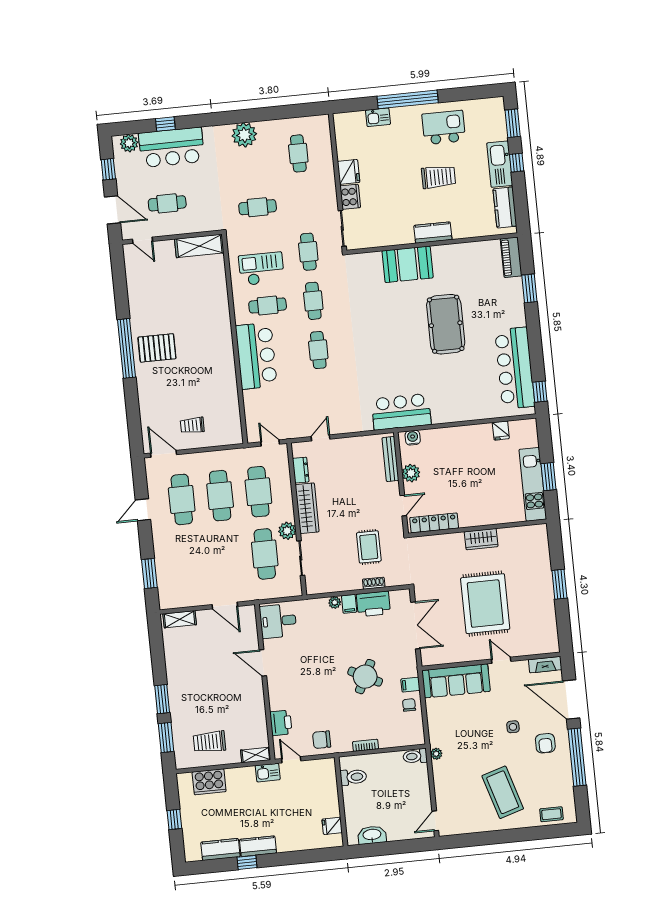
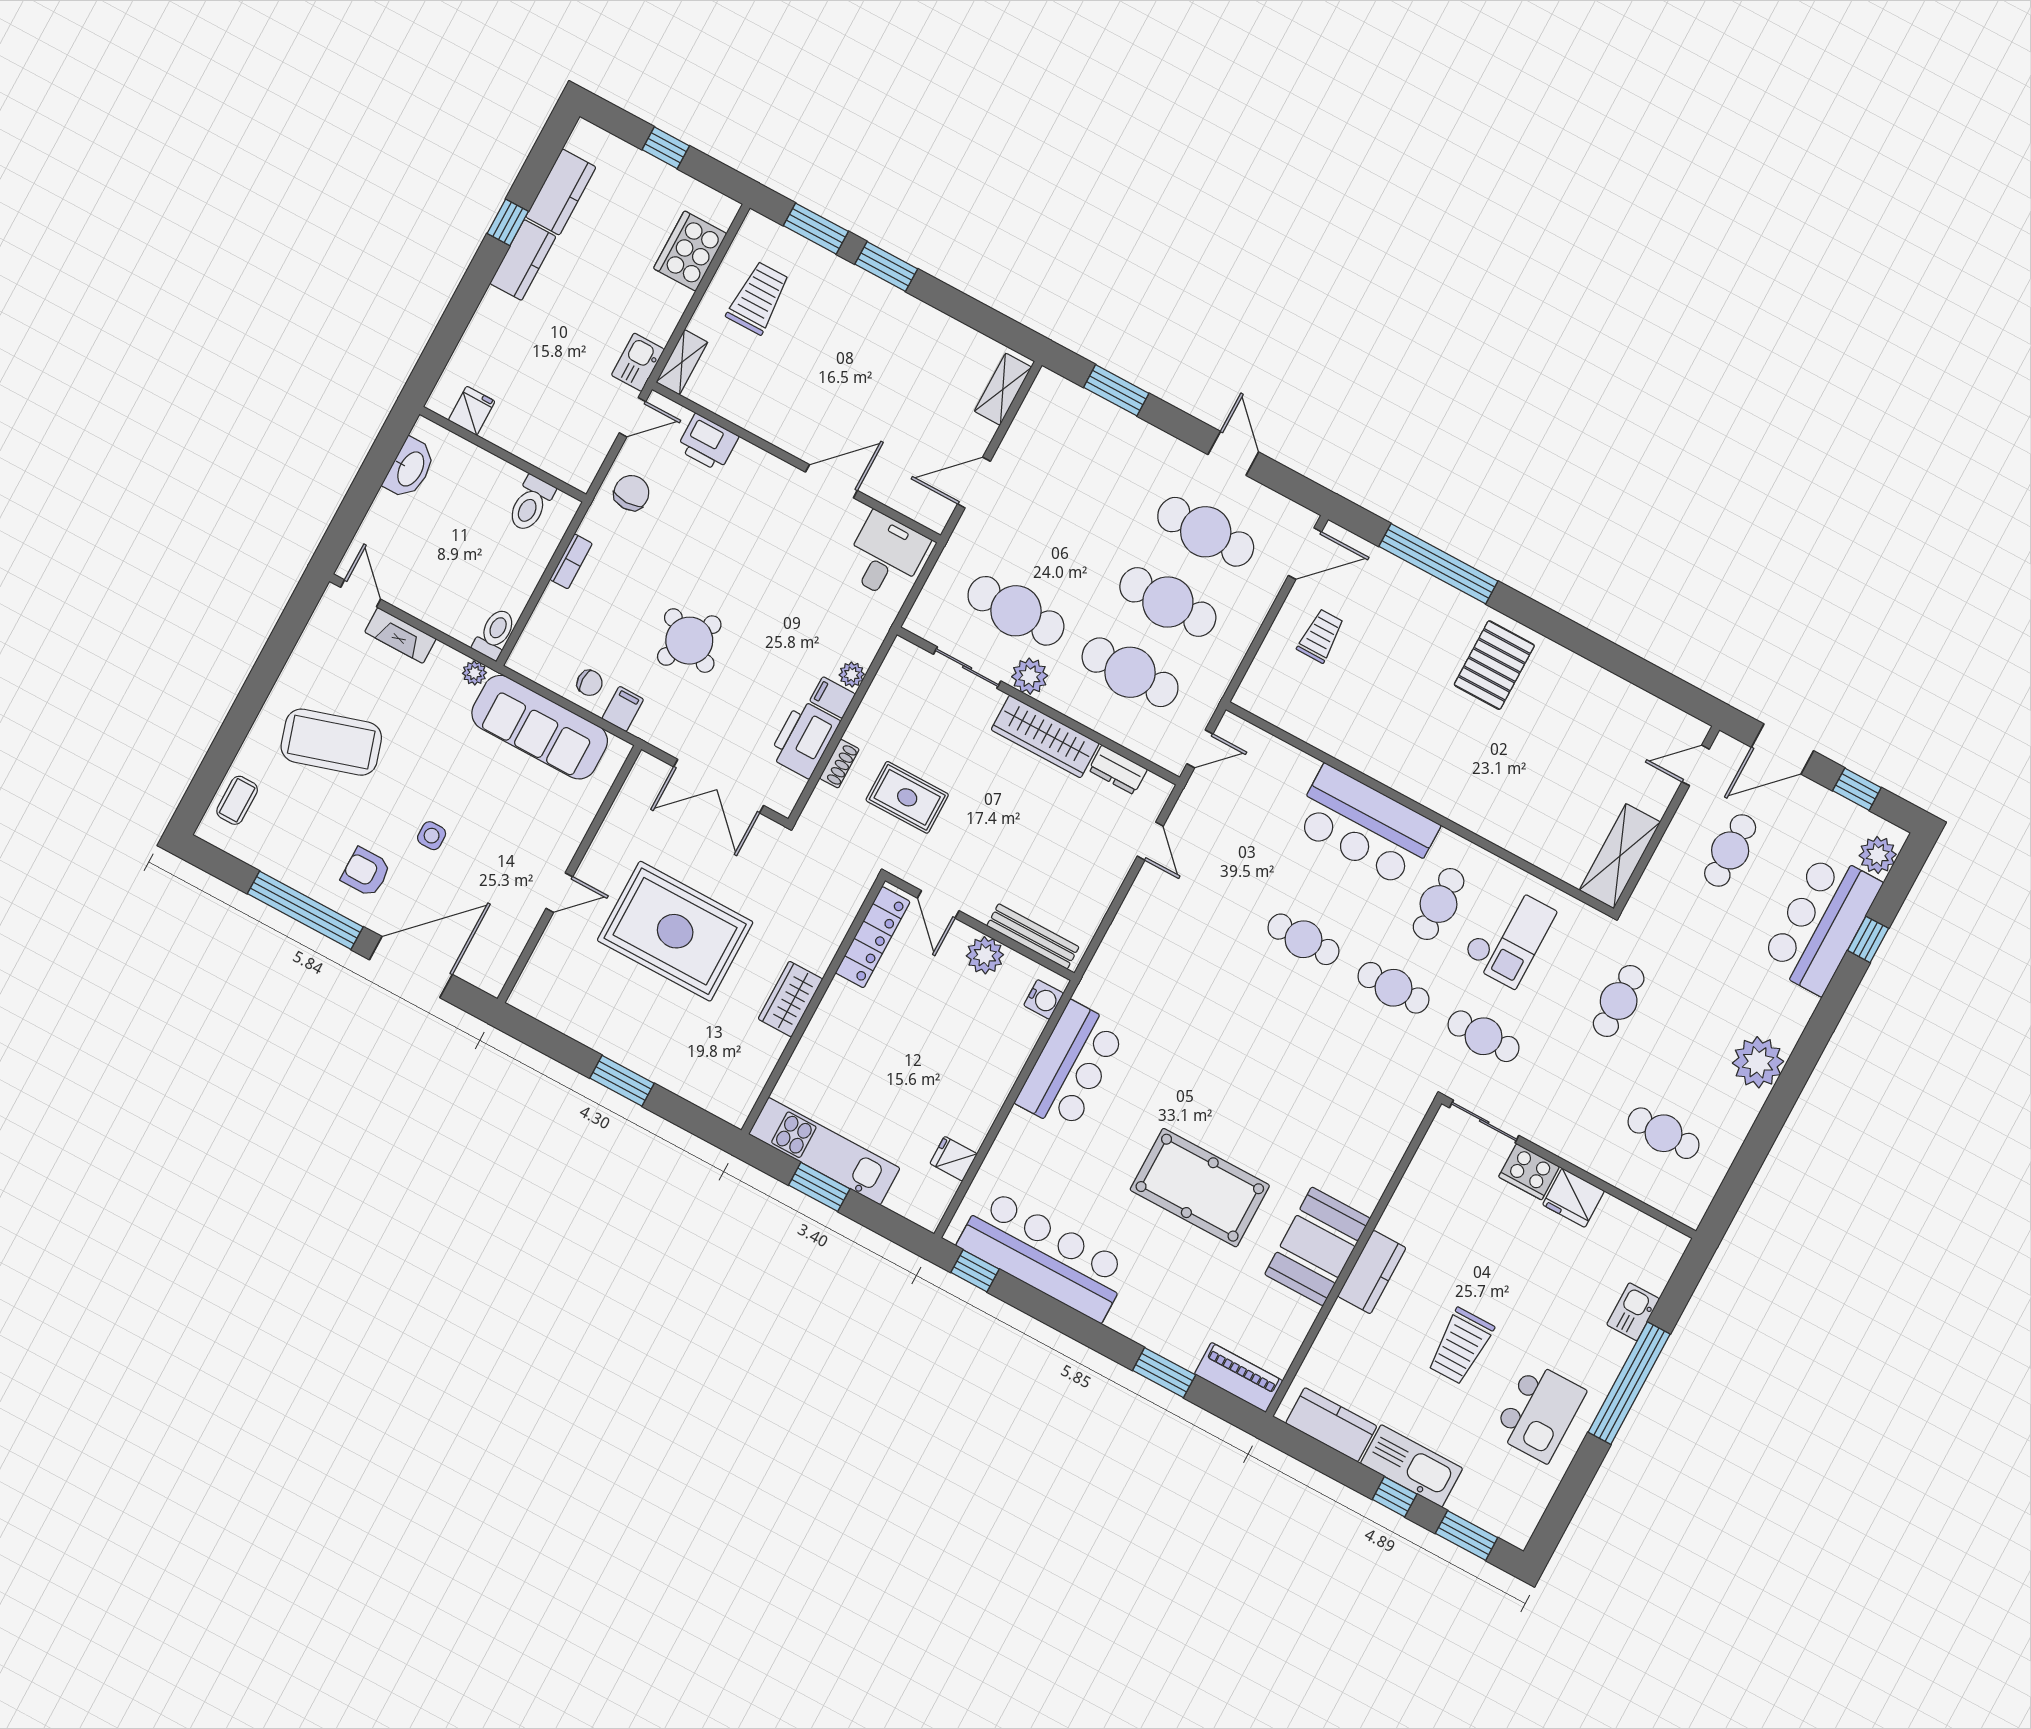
booth: (408, 264) -> (1317, 1246), moved
window: (127, 348) -> (1438, 564), moved
bar counter: (401, 412) -> (1071, 1066), moved
fireplace: (545, 665) -> (400, 635), moved, turned -90
sofa: (456, 681) -> (540, 727), moved, turned -90

